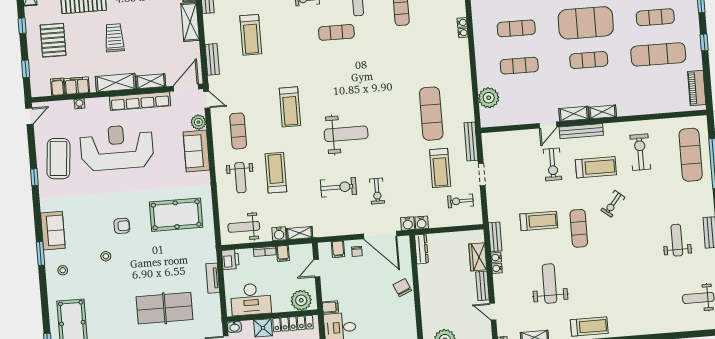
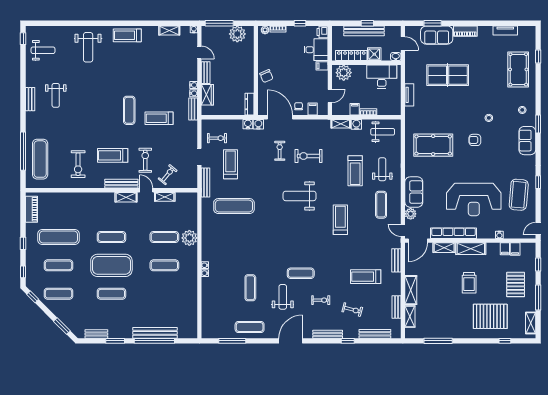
window: (22, 26) -> (538, 298), width x2.17
treadmill: (251, 35) -> (366, 277), turned -90
filing cabinet: (77, 86) -> (505, 249), width x0.50
plant: (489, 98) -> (189, 238), moved
shelving: (603, 112) -> (165, 197), moved
exercise mat: (431, 114) -> (234, 206), turned 90
door: (548, 125) -> (146, 190), hinge flipped
exercise bike: (613, 204) -> (168, 175), moved
printer: (230, 260) -> (395, 108), removed
weight bench: (550, 284) -> (88, 47), moved

